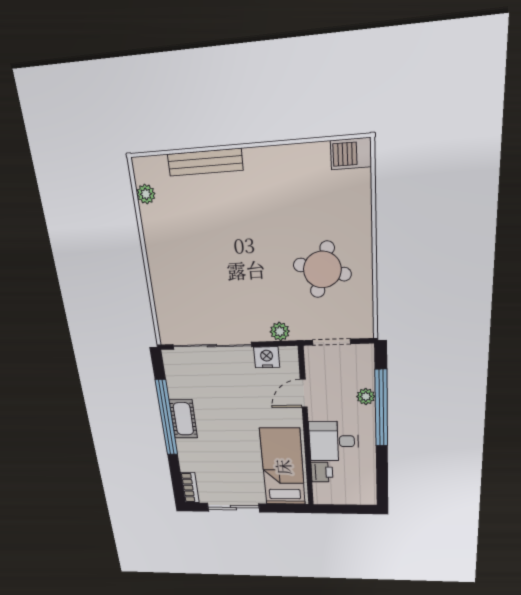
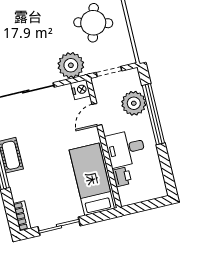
plant: (280, 331) -> (71, 65), width x1.88, depth x1.88
nightstand: (267, 357) -> (81, 90), moved, turned 90
plant: (366, 396) -> (134, 103), width x1.88, depth x1.88

